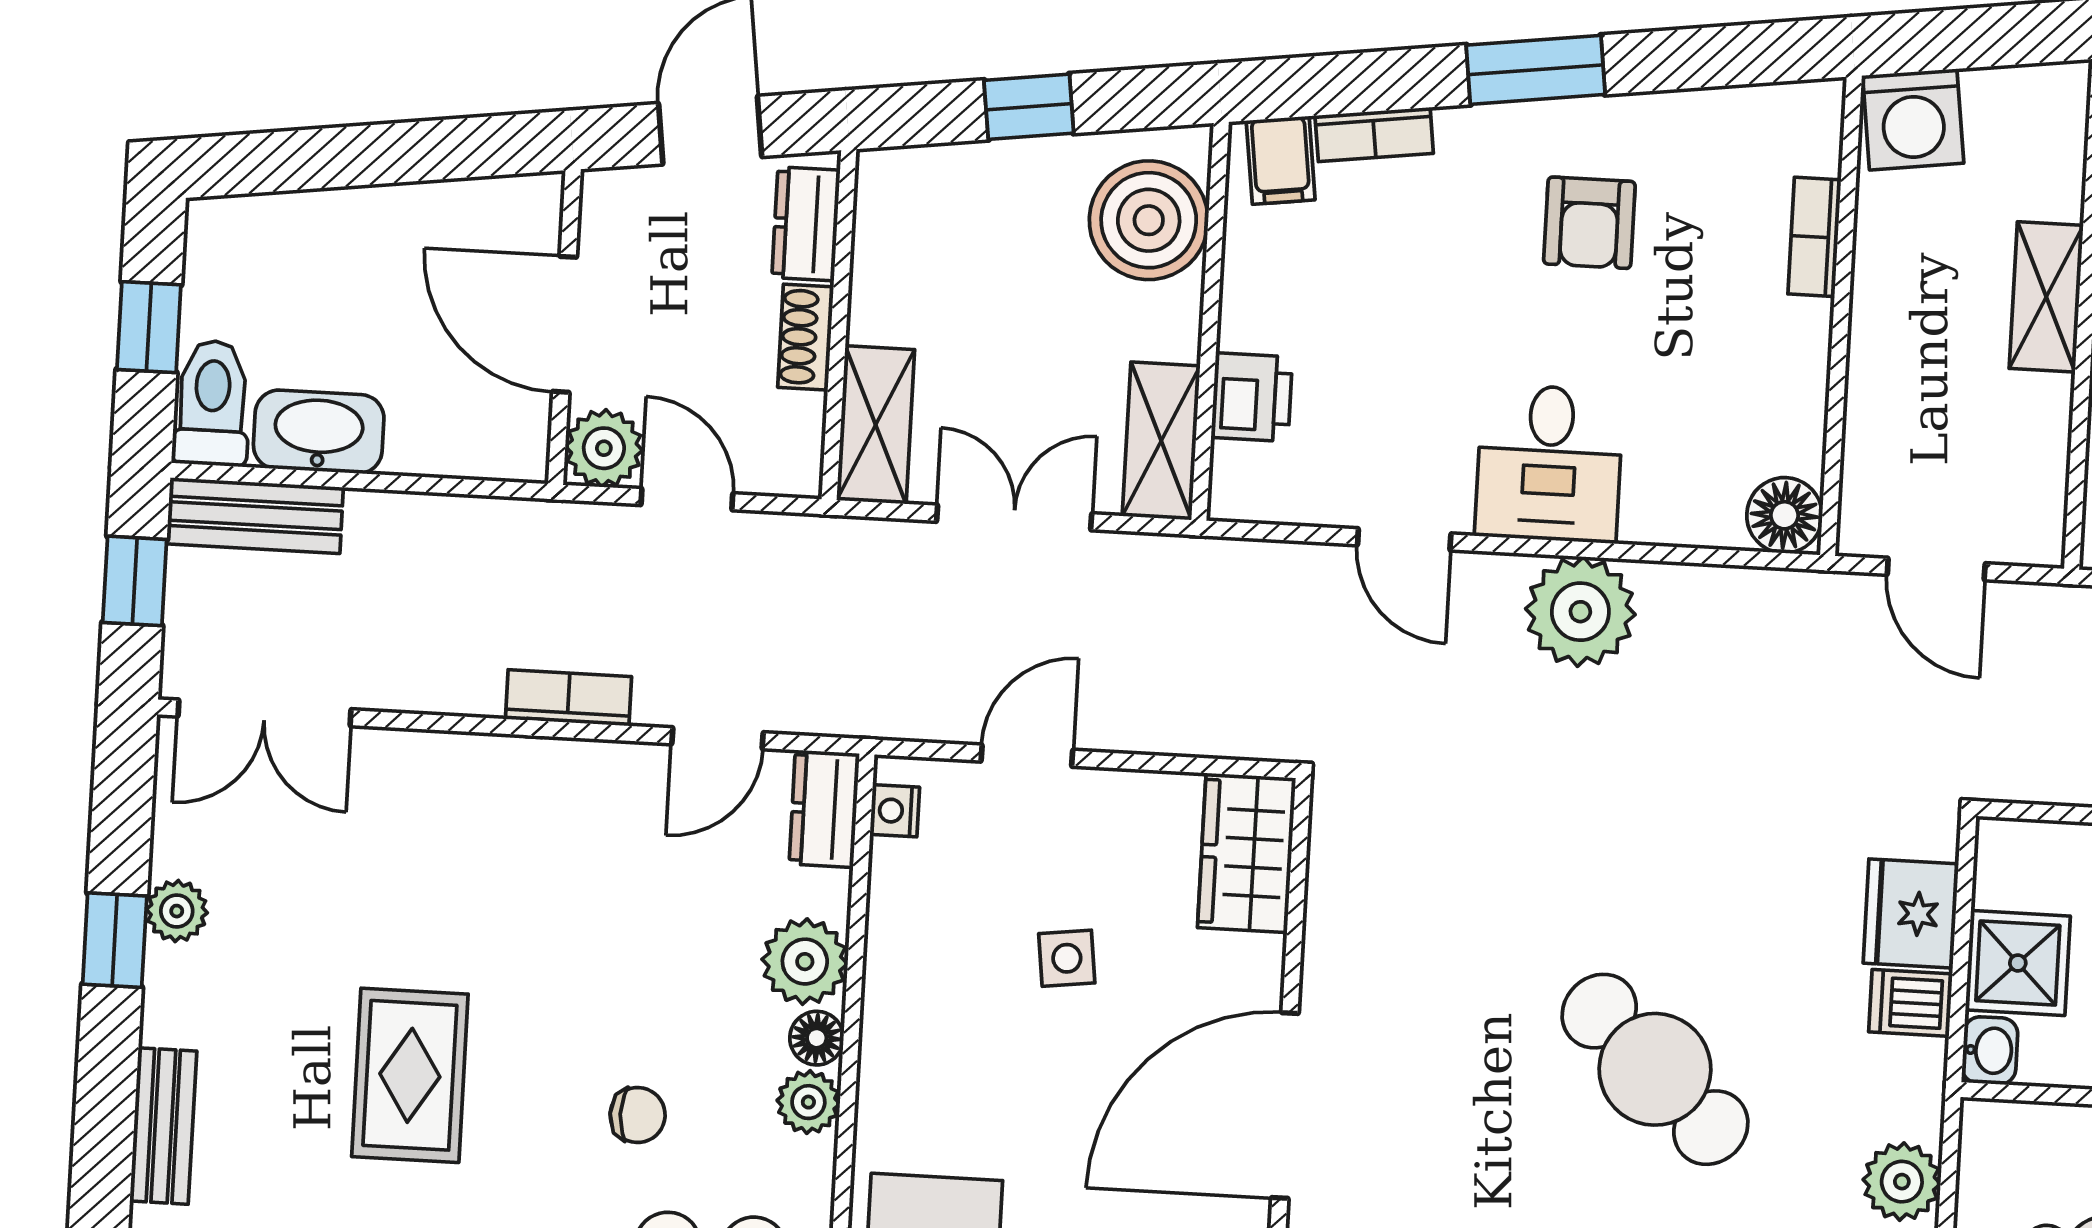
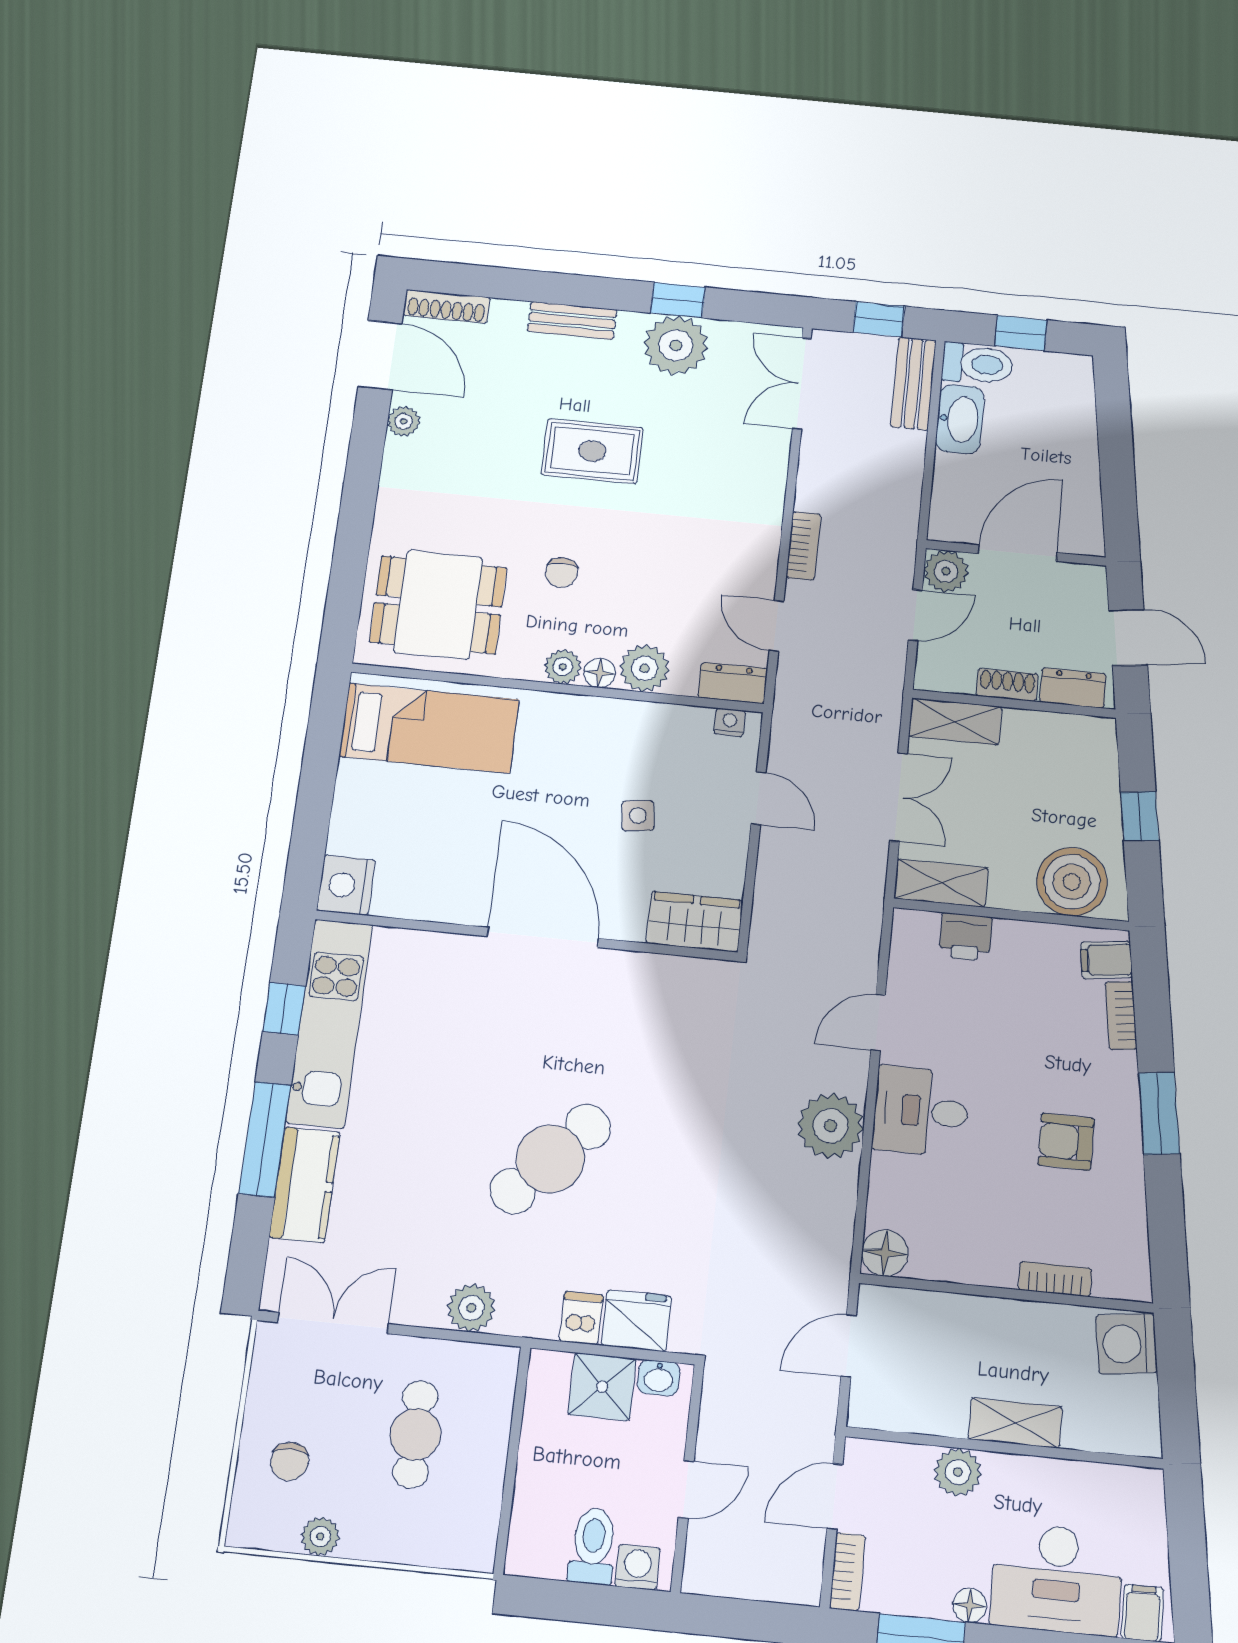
plant: (177, 911) -> (676, 345), width x1.87, depth x1.87
washbasin: (1990, 1051) -> (659, 1378), moved

